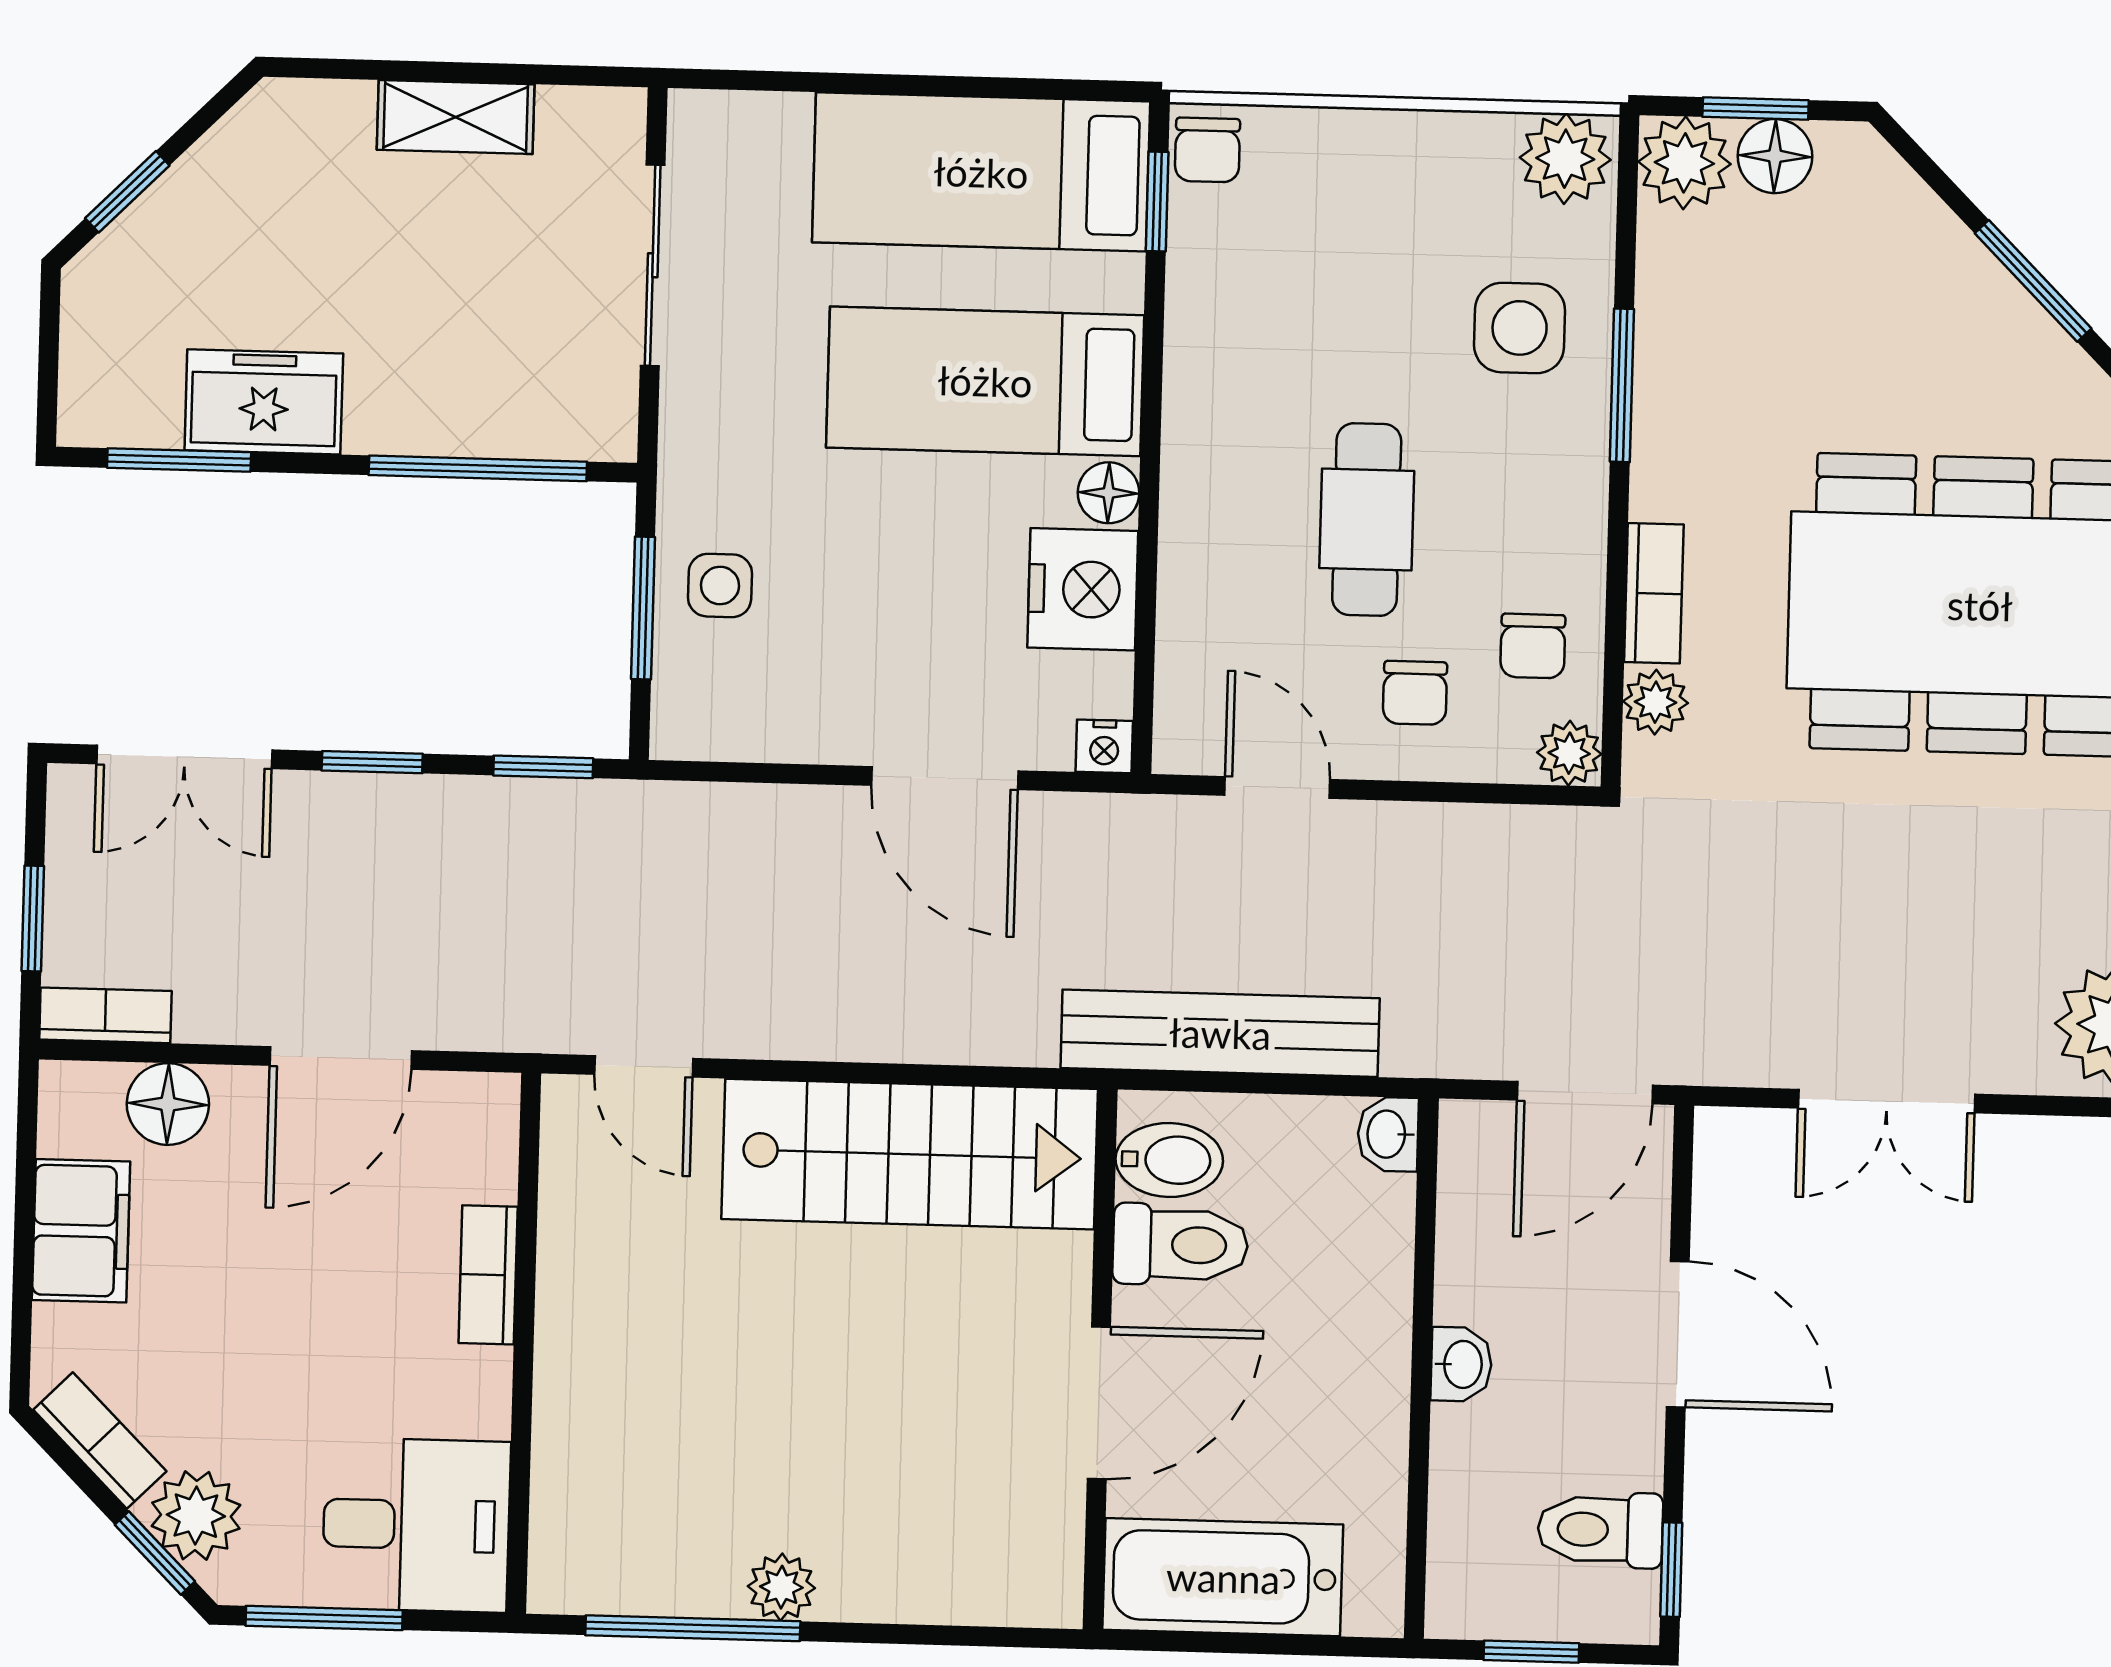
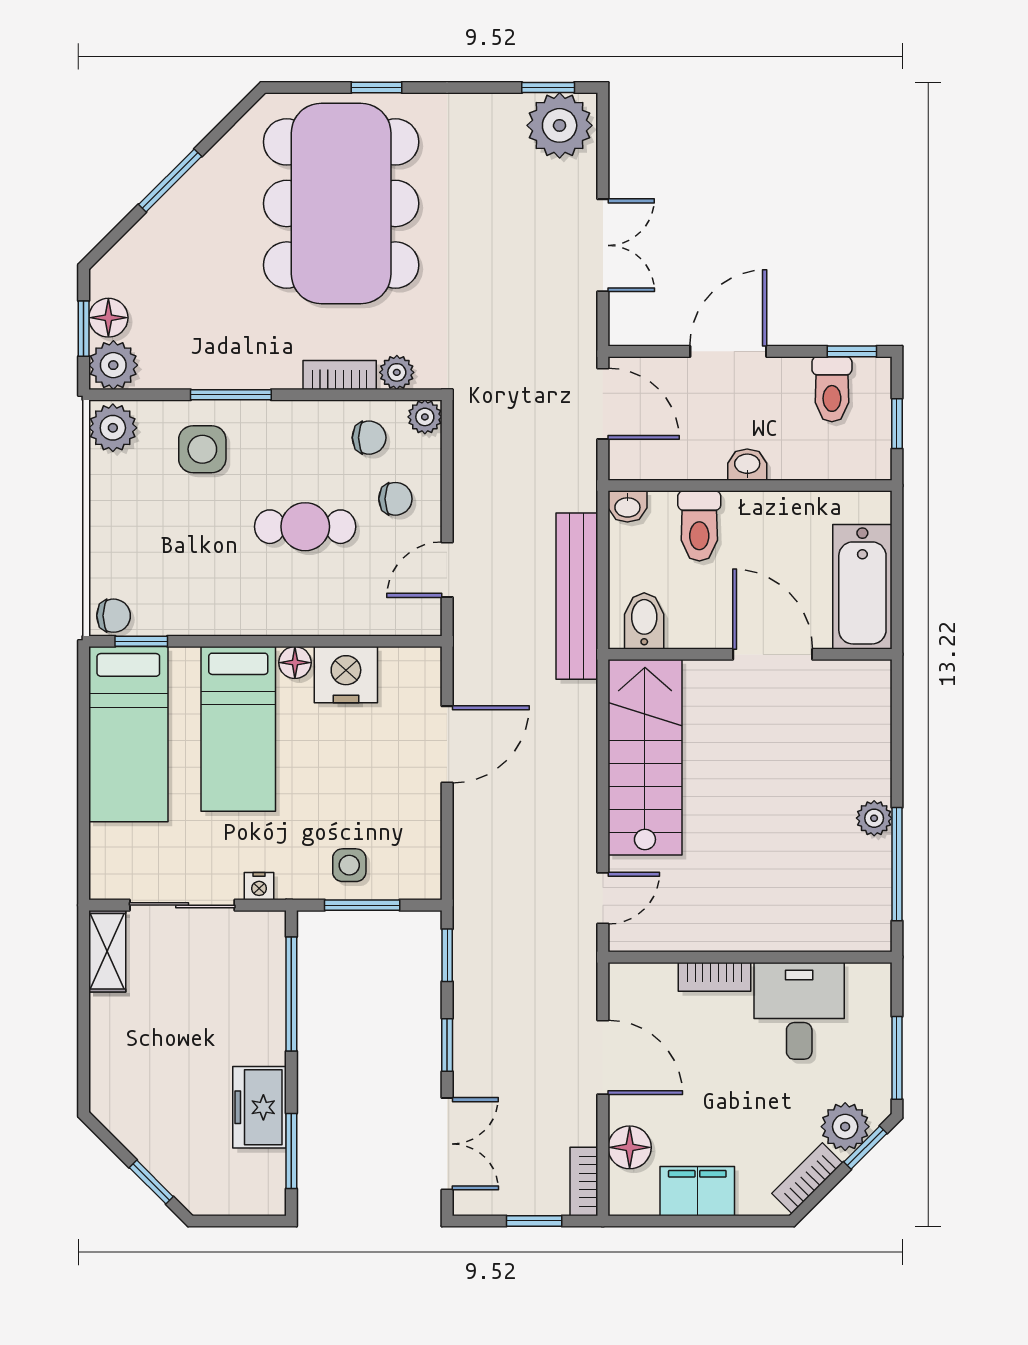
shelving: (456, 117) -> (107, 951), moved
nightstand: (1104, 746) -> (259, 886), moved, turned 90
toilet: (1180, 1245) -> (699, 526), moved, turned 180
desk: (416, 1525) -> (799, 1011), moved

